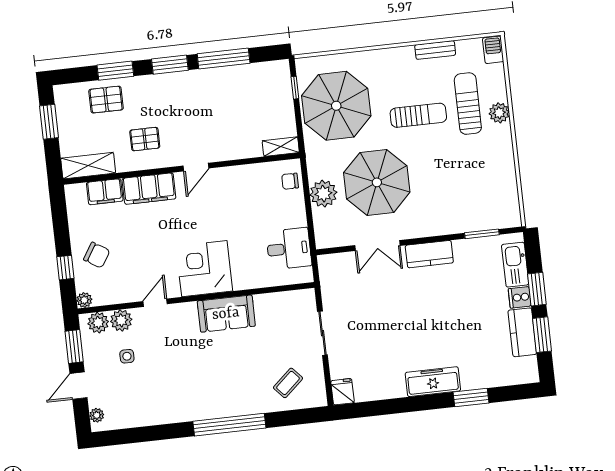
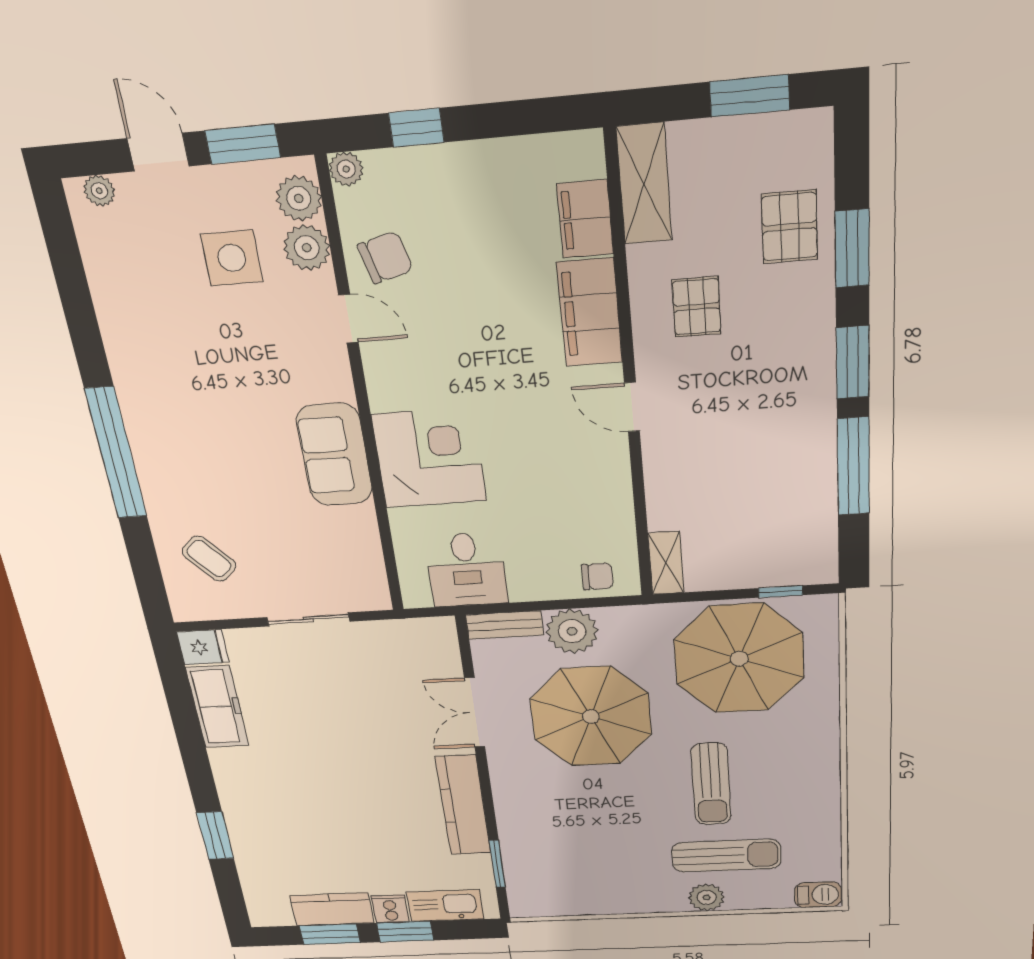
bench: (435, 50) -> (505, 625), moved, turned 90
chair: (290, 181) -> (597, 576), turned 90
kitchen counter: (429, 254) -> (463, 805), width x1.50
chair: (97, 255) -> (385, 258), moved, turned -137
corner desk: (204, 269) -> (429, 458), moved
side table: (127, 356) -> (232, 258), width x1.87, depth x1.87
freezer: (433, 382) -> (217, 707), moved

